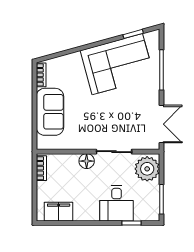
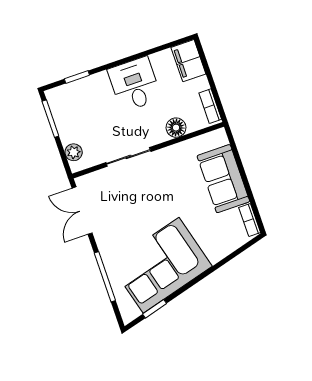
floor lamp: (87, 161) -> (176, 128), moved
plant: (147, 169) -> (74, 152), width x0.53, depth x0.53
desk: (117, 203) -> (135, 84), moved
filing cabinet: (59, 212) -> (188, 61), moved, turned 90

